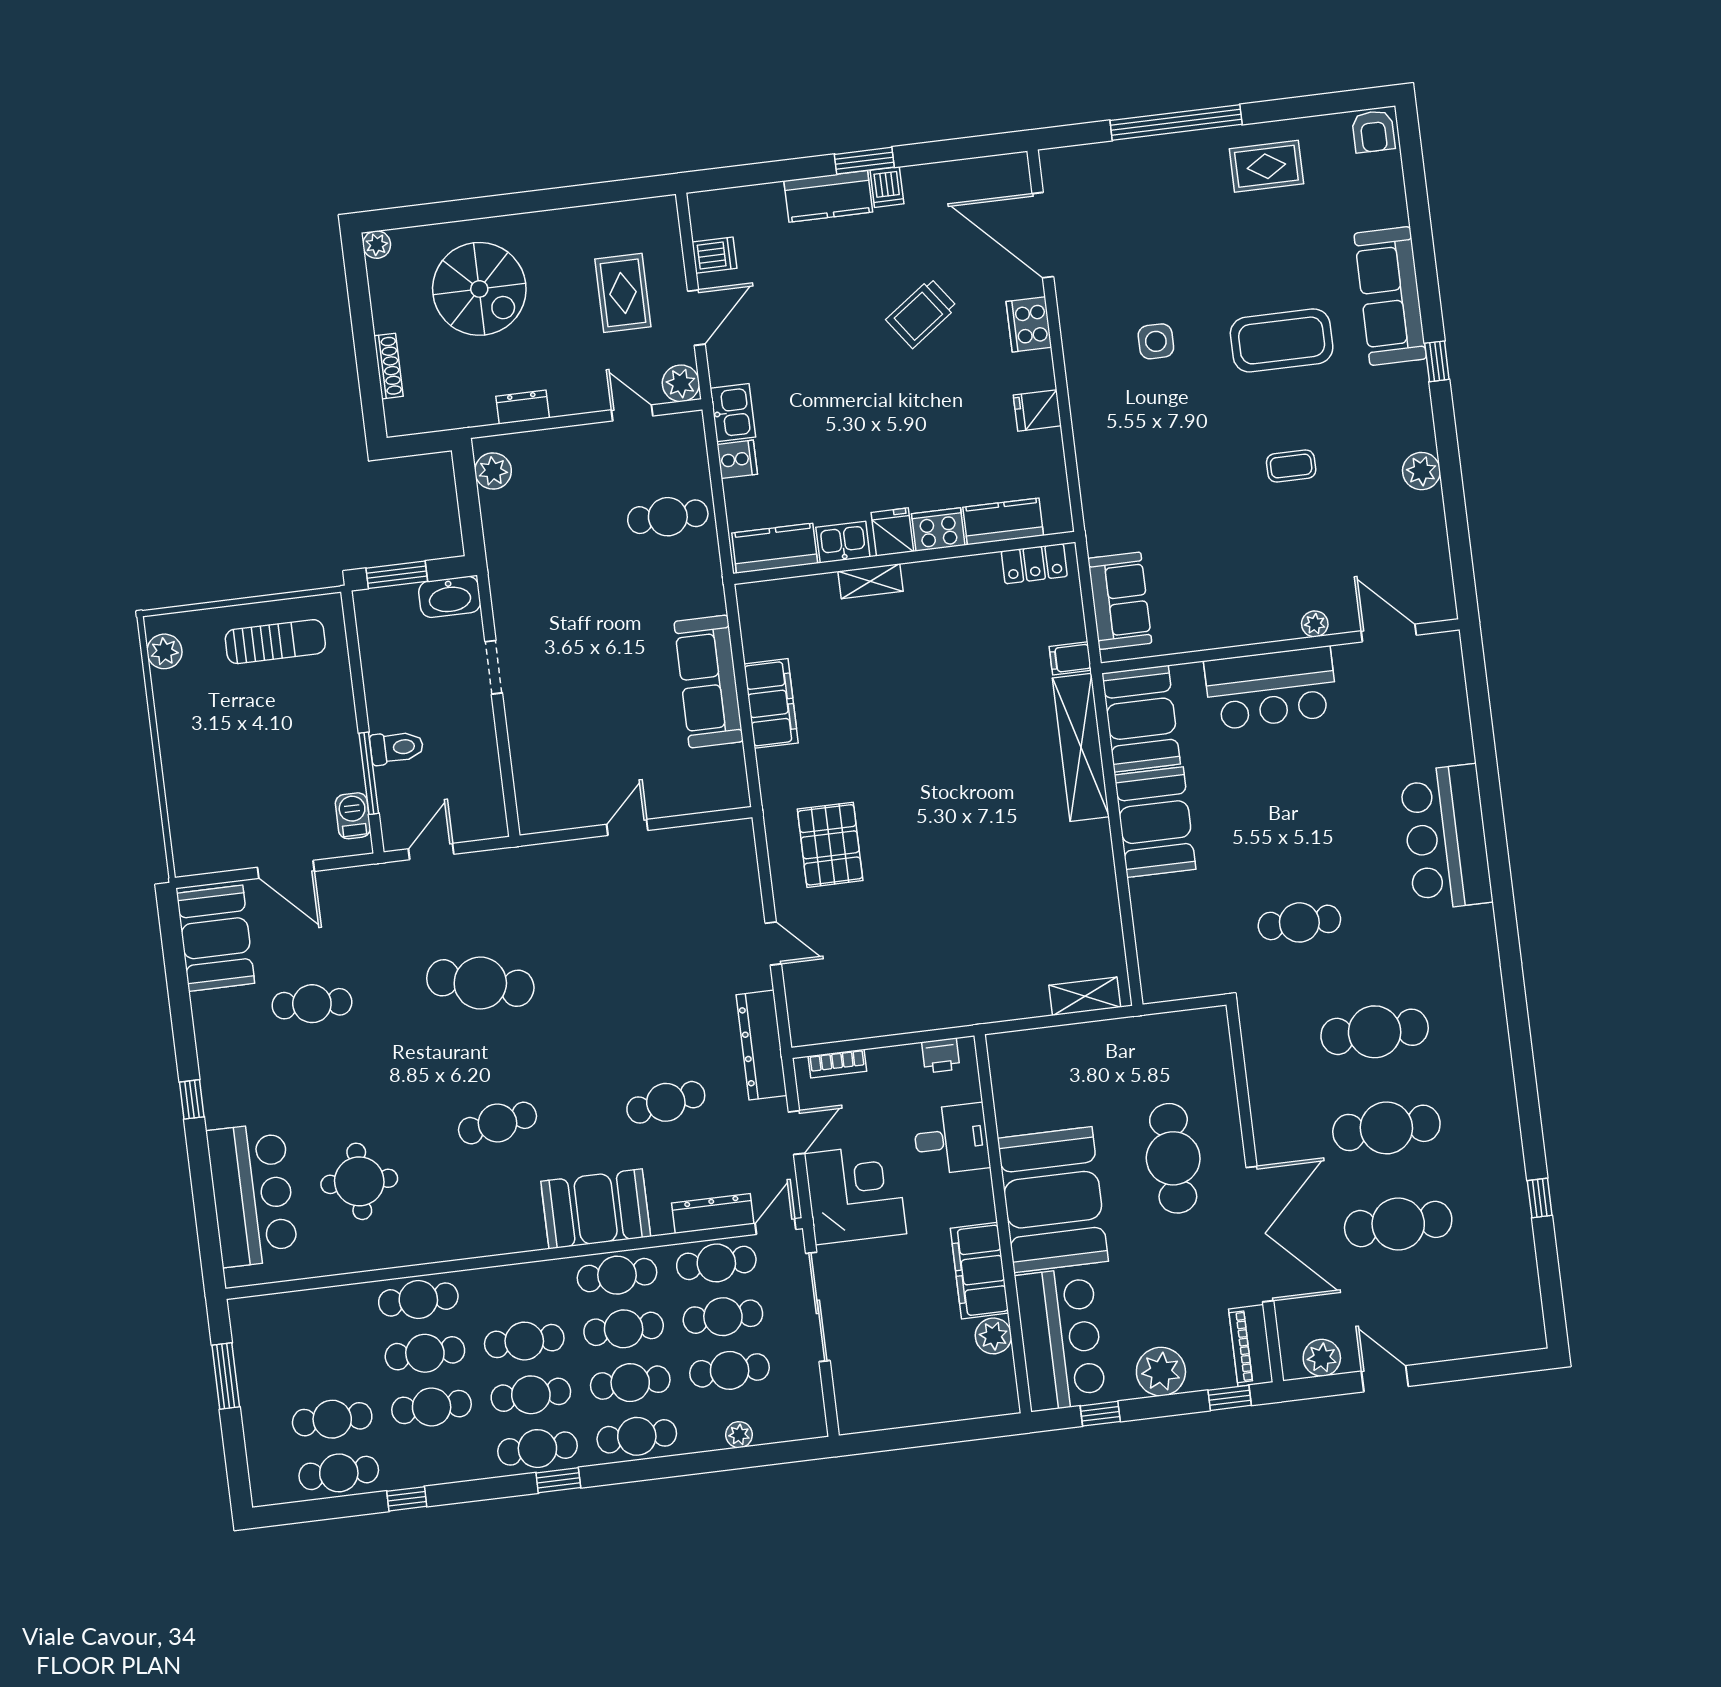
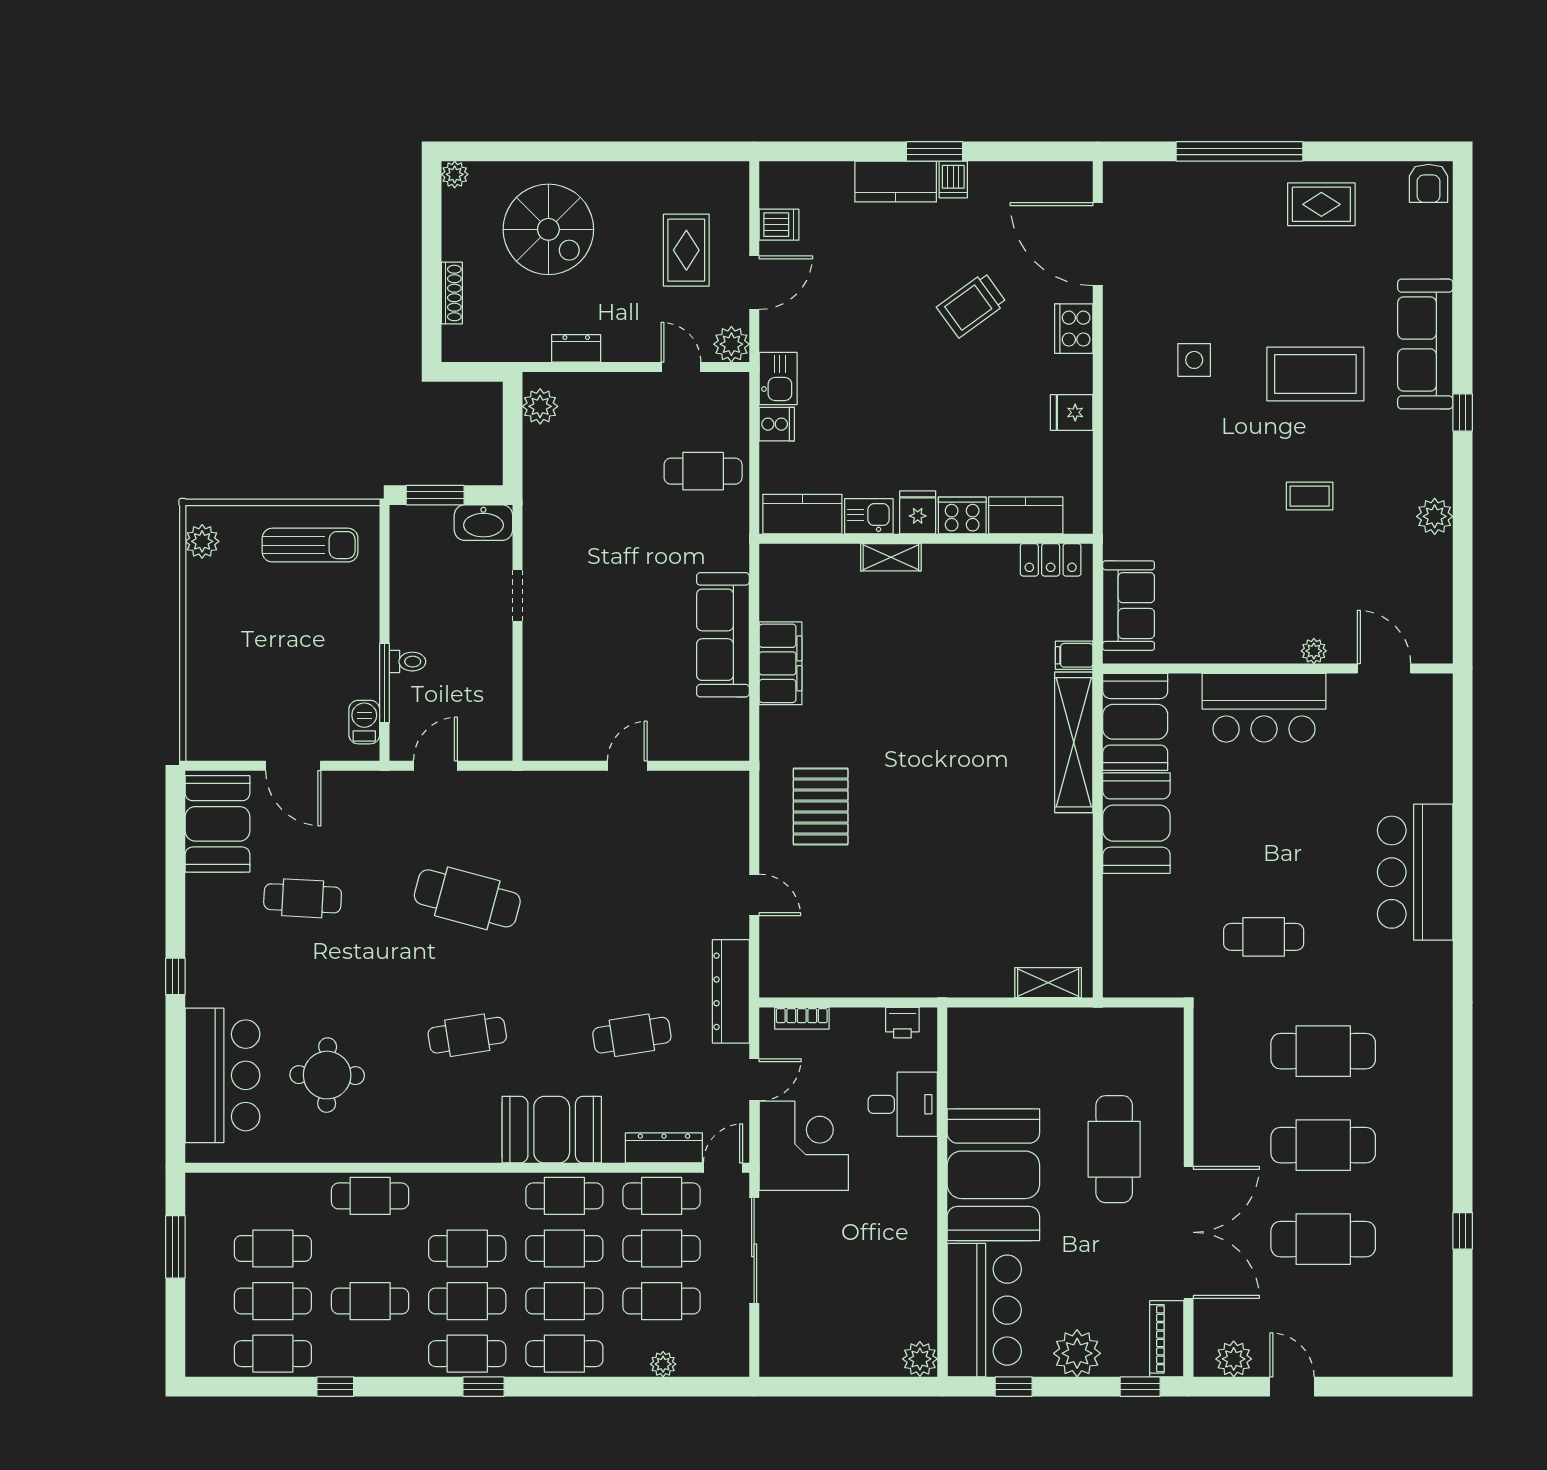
toilet: (397, 748) -> (408, 662), width x0.73, depth x0.72
filing cabinet: (980, 1271) -> (914, 1234), removed
plant: (993, 1336) -> (920, 1359), moved
cafe table: (425, 1353) -> (273, 1248), moved

